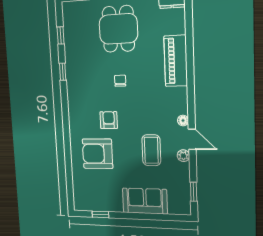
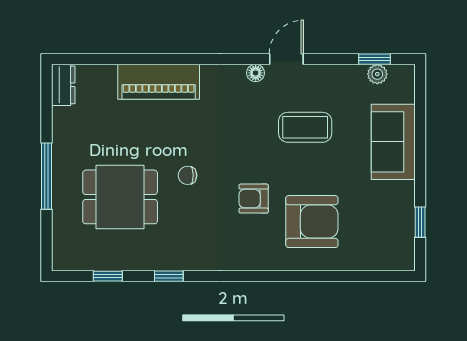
dining table: (118, 29) -> (120, 197), moved
armchair: (98, 154) -> (312, 222), turned -90
plant: (183, 156) -> (377, 74), moved

